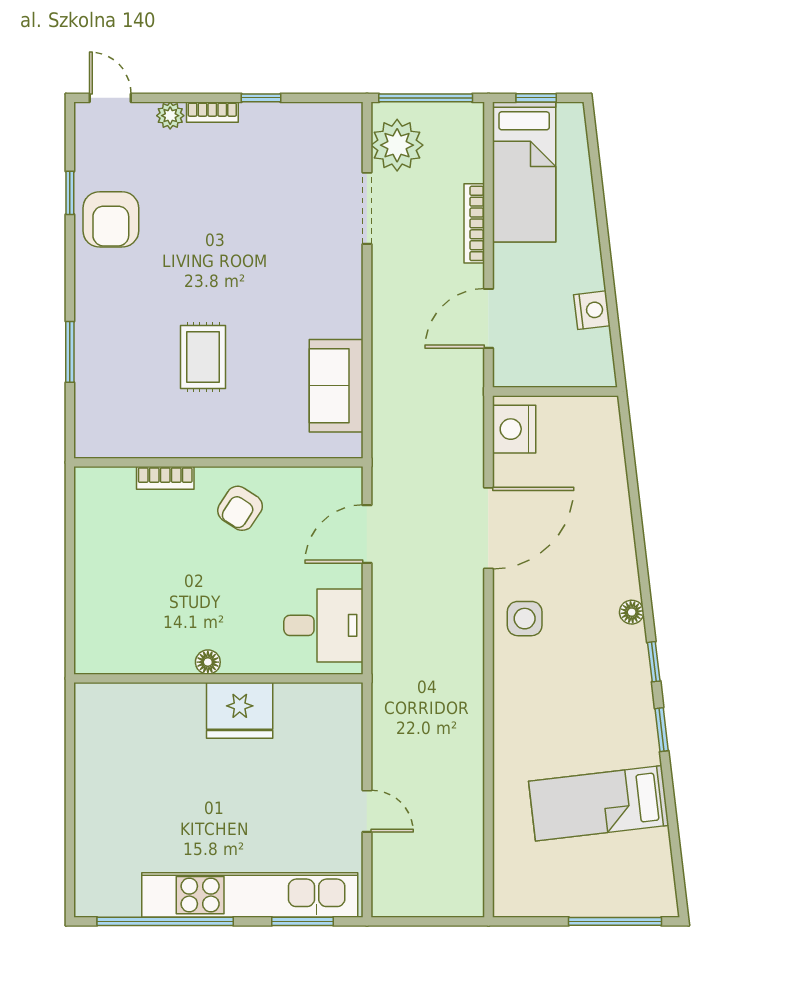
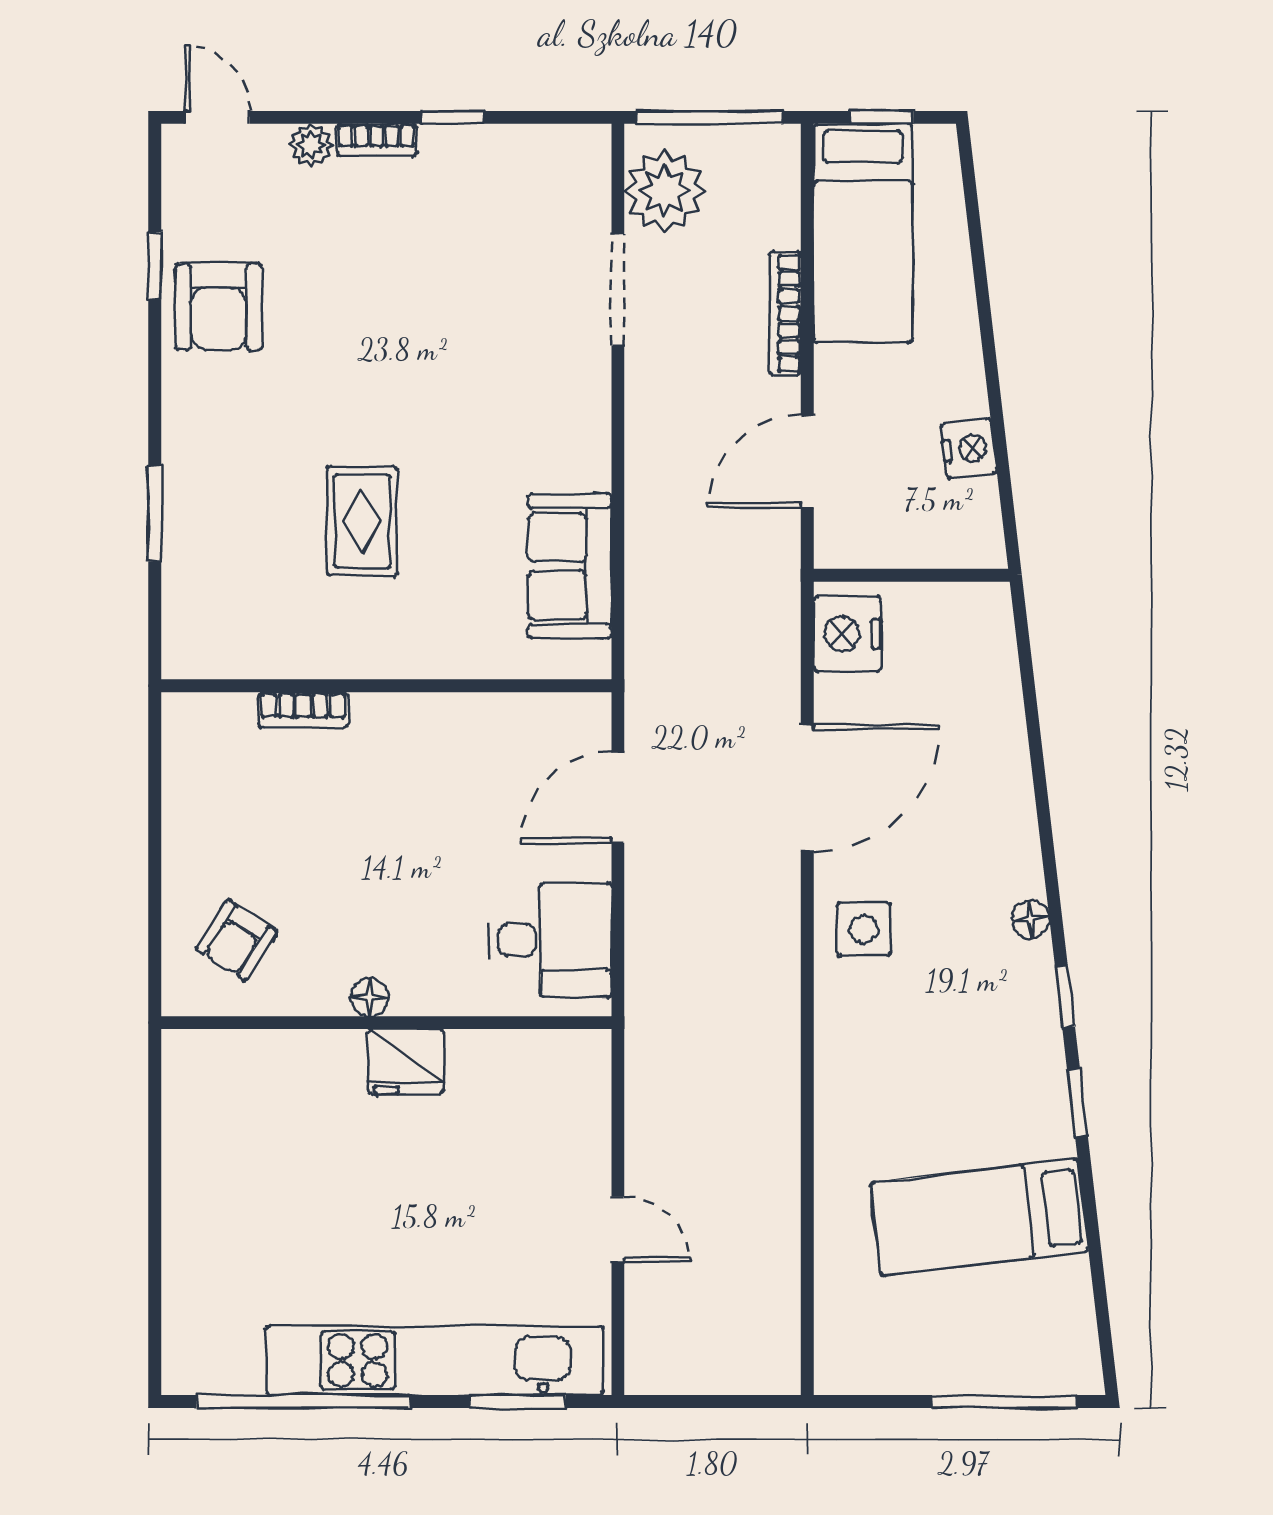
armchair: (240, 508) -> (236, 940), moved
fridge: (240, 710) -> (406, 1061), width x0.73, depth x0.75

